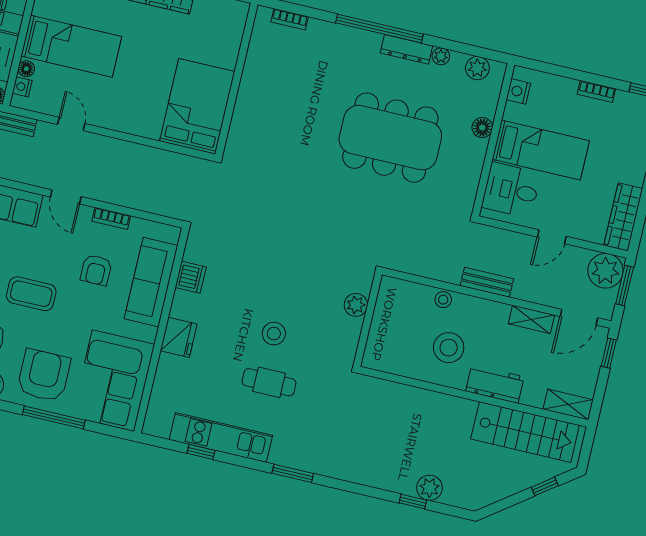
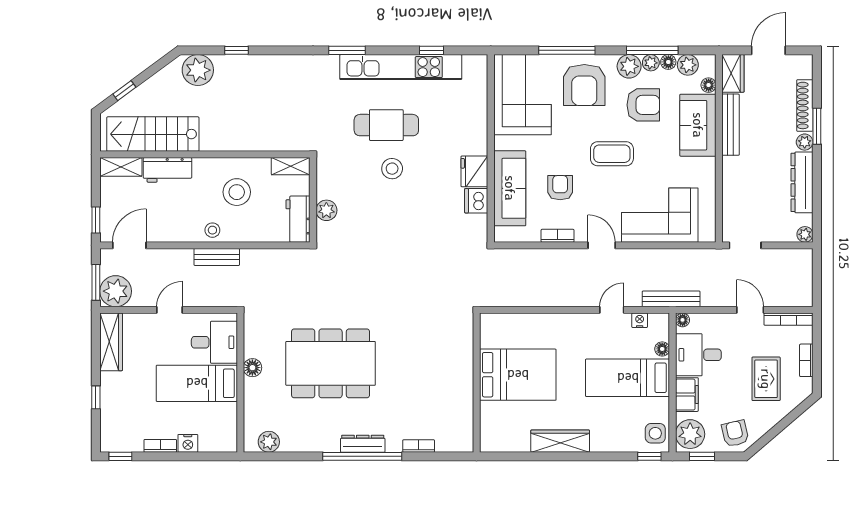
bookcase: (290, 19) -> (419, 446), moved
dresser: (406, 49) -> (363, 444), moved
plant: (441, 56) -> (303, 445), removed
nightstand: (22, 87) -> (640, 320), moved, turned -90
nightstand: (518, 91) -> (188, 443), moved, turned 90
bed: (197, 106) -> (518, 375), moved, turned -90
door: (71, 124) -> (612, 310), swing flipped
floor lamp: (482, 128) -> (252, 368), moved
stool: (443, 300) -> (212, 230), moved
workbench: (389, 303) -> (298, 219), added
shelving: (531, 319) -> (291, 166), moved
fridge: (179, 337) -> (474, 171), moved
cafe table: (269, 382) -> (386, 125), width x1.37, depth x1.35
workbench: (495, 384) -> (167, 170), moved
kitchen unit: (221, 438) -> (401, 67), width x1.36
plant: (430, 488) -> (198, 70), moved, width x1.36, depth x1.36

